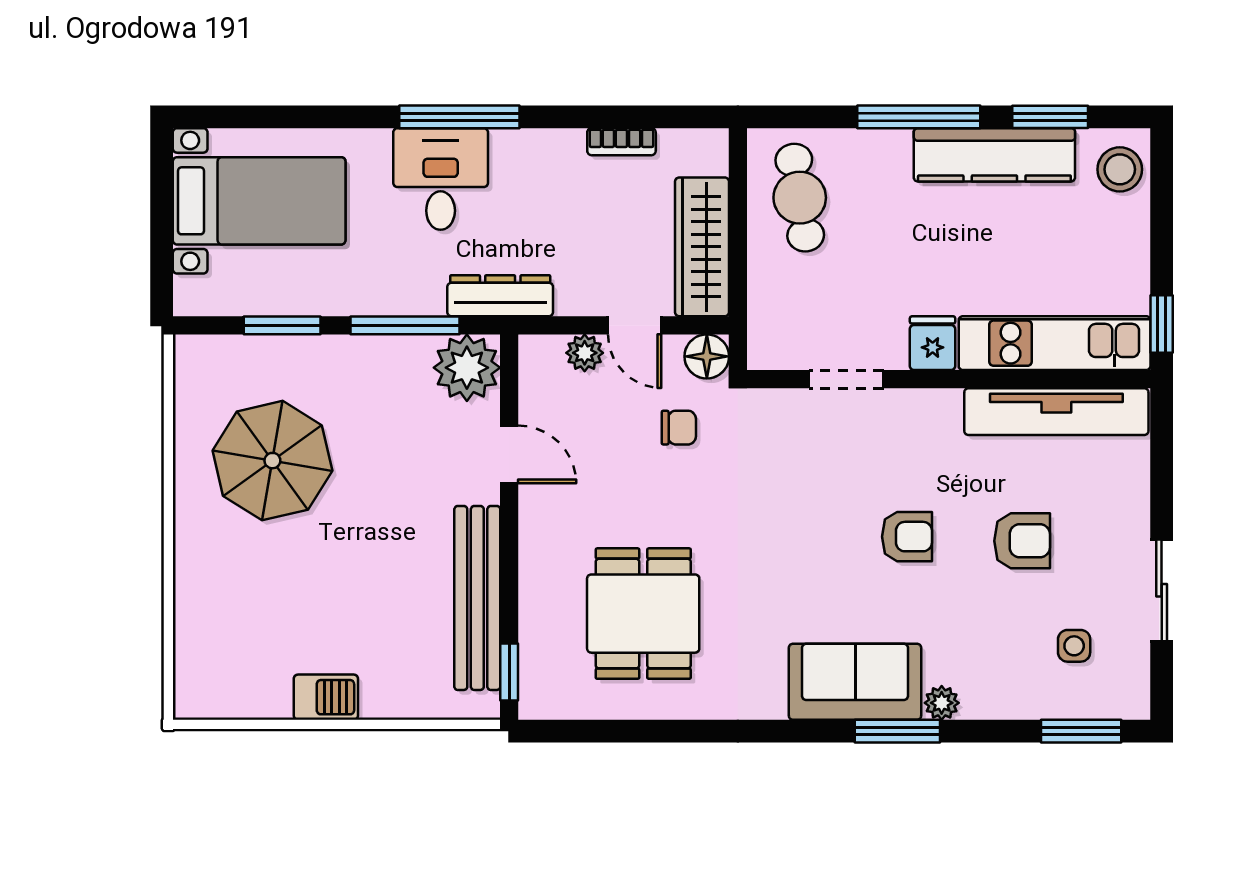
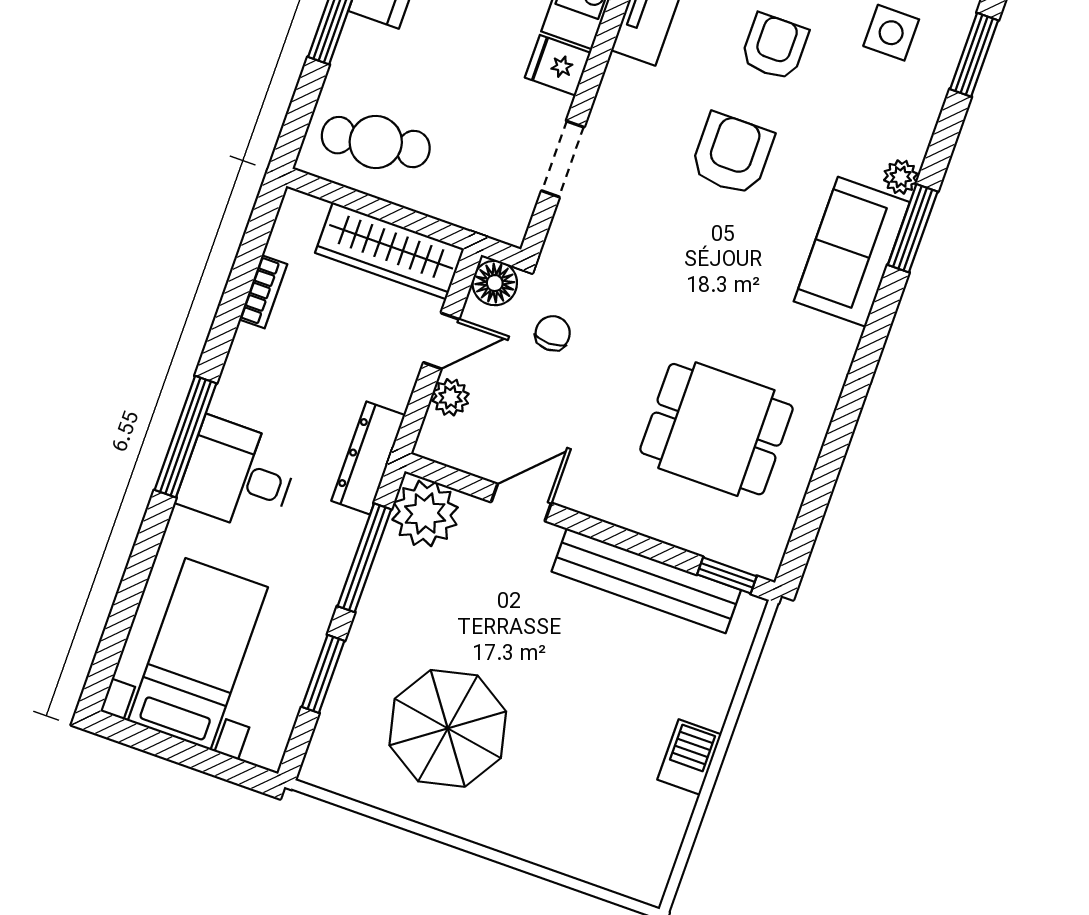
armchair: (907, 537) -> (732, 154), width x1.38, depth x1.38
side table: (1074, 646) -> (891, 33), width x1.37, depth x1.37

